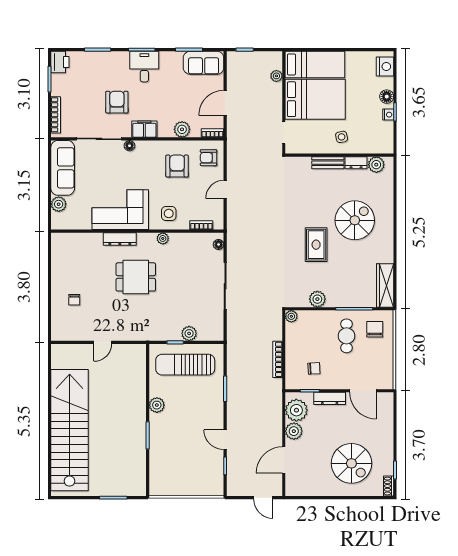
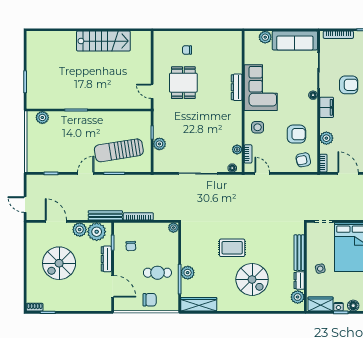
wardrobe: (385, 137) -> (321, 304), added
armchair: (209, 158) -> (303, 160), turned -102
bench: (328, 163) -> (299, 253), width x1.36
door: (225, 189) -> (262, 173), moved
plant: (163, 238) -> (237, 150), moved
dining table: (136, 277) -> (183, 83), moved
plant: (317, 299) -> (188, 273), moved
chair: (375, 329) -> (150, 300), moved
door: (103, 342) -> (152, 91), moved
sun lounger: (185, 365) -> (119, 150), moved, turned -99
door: (363, 391) -> (113, 286), swing flipped
bench: (276, 400) -> (105, 215), added
plant: (157, 405) -> (42, 117), moved
stairs: (70, 430) -> (103, 41), width x0.54, depth x0.66
door: (225, 440) -> (86, 173), moved
spiral stairs: (351, 463) -> (59, 263), moved
door: (263, 498) -> (25, 205), hinge flipped

